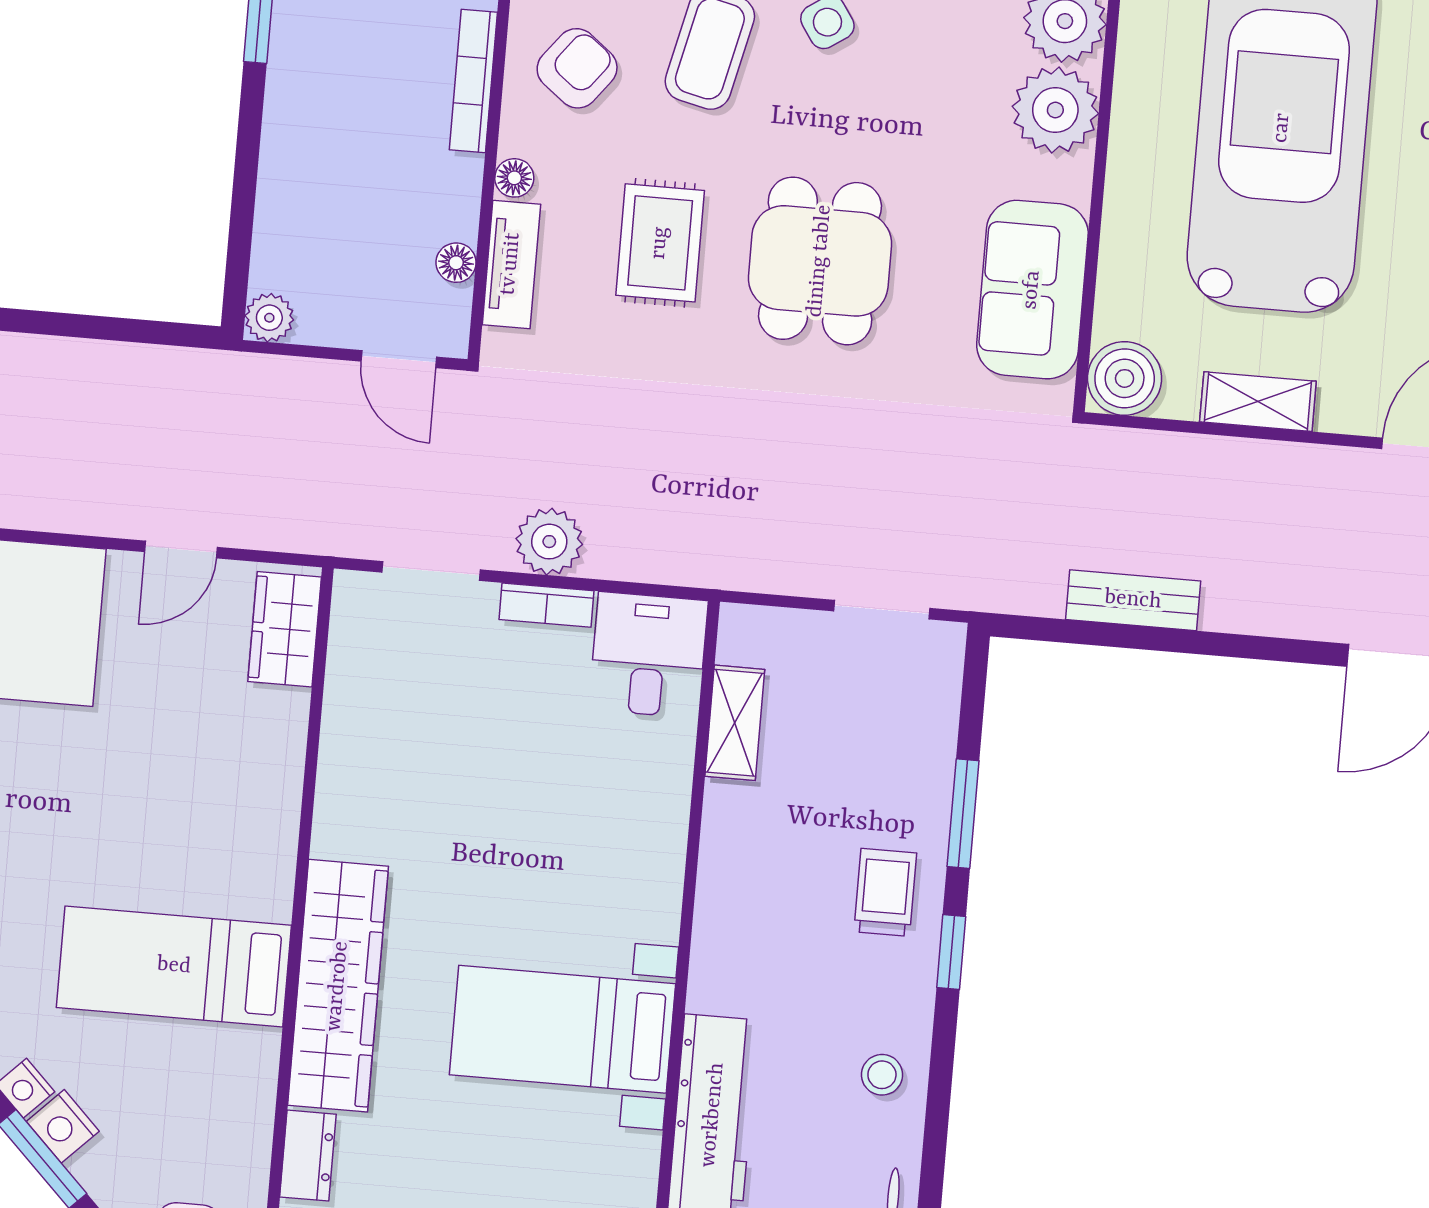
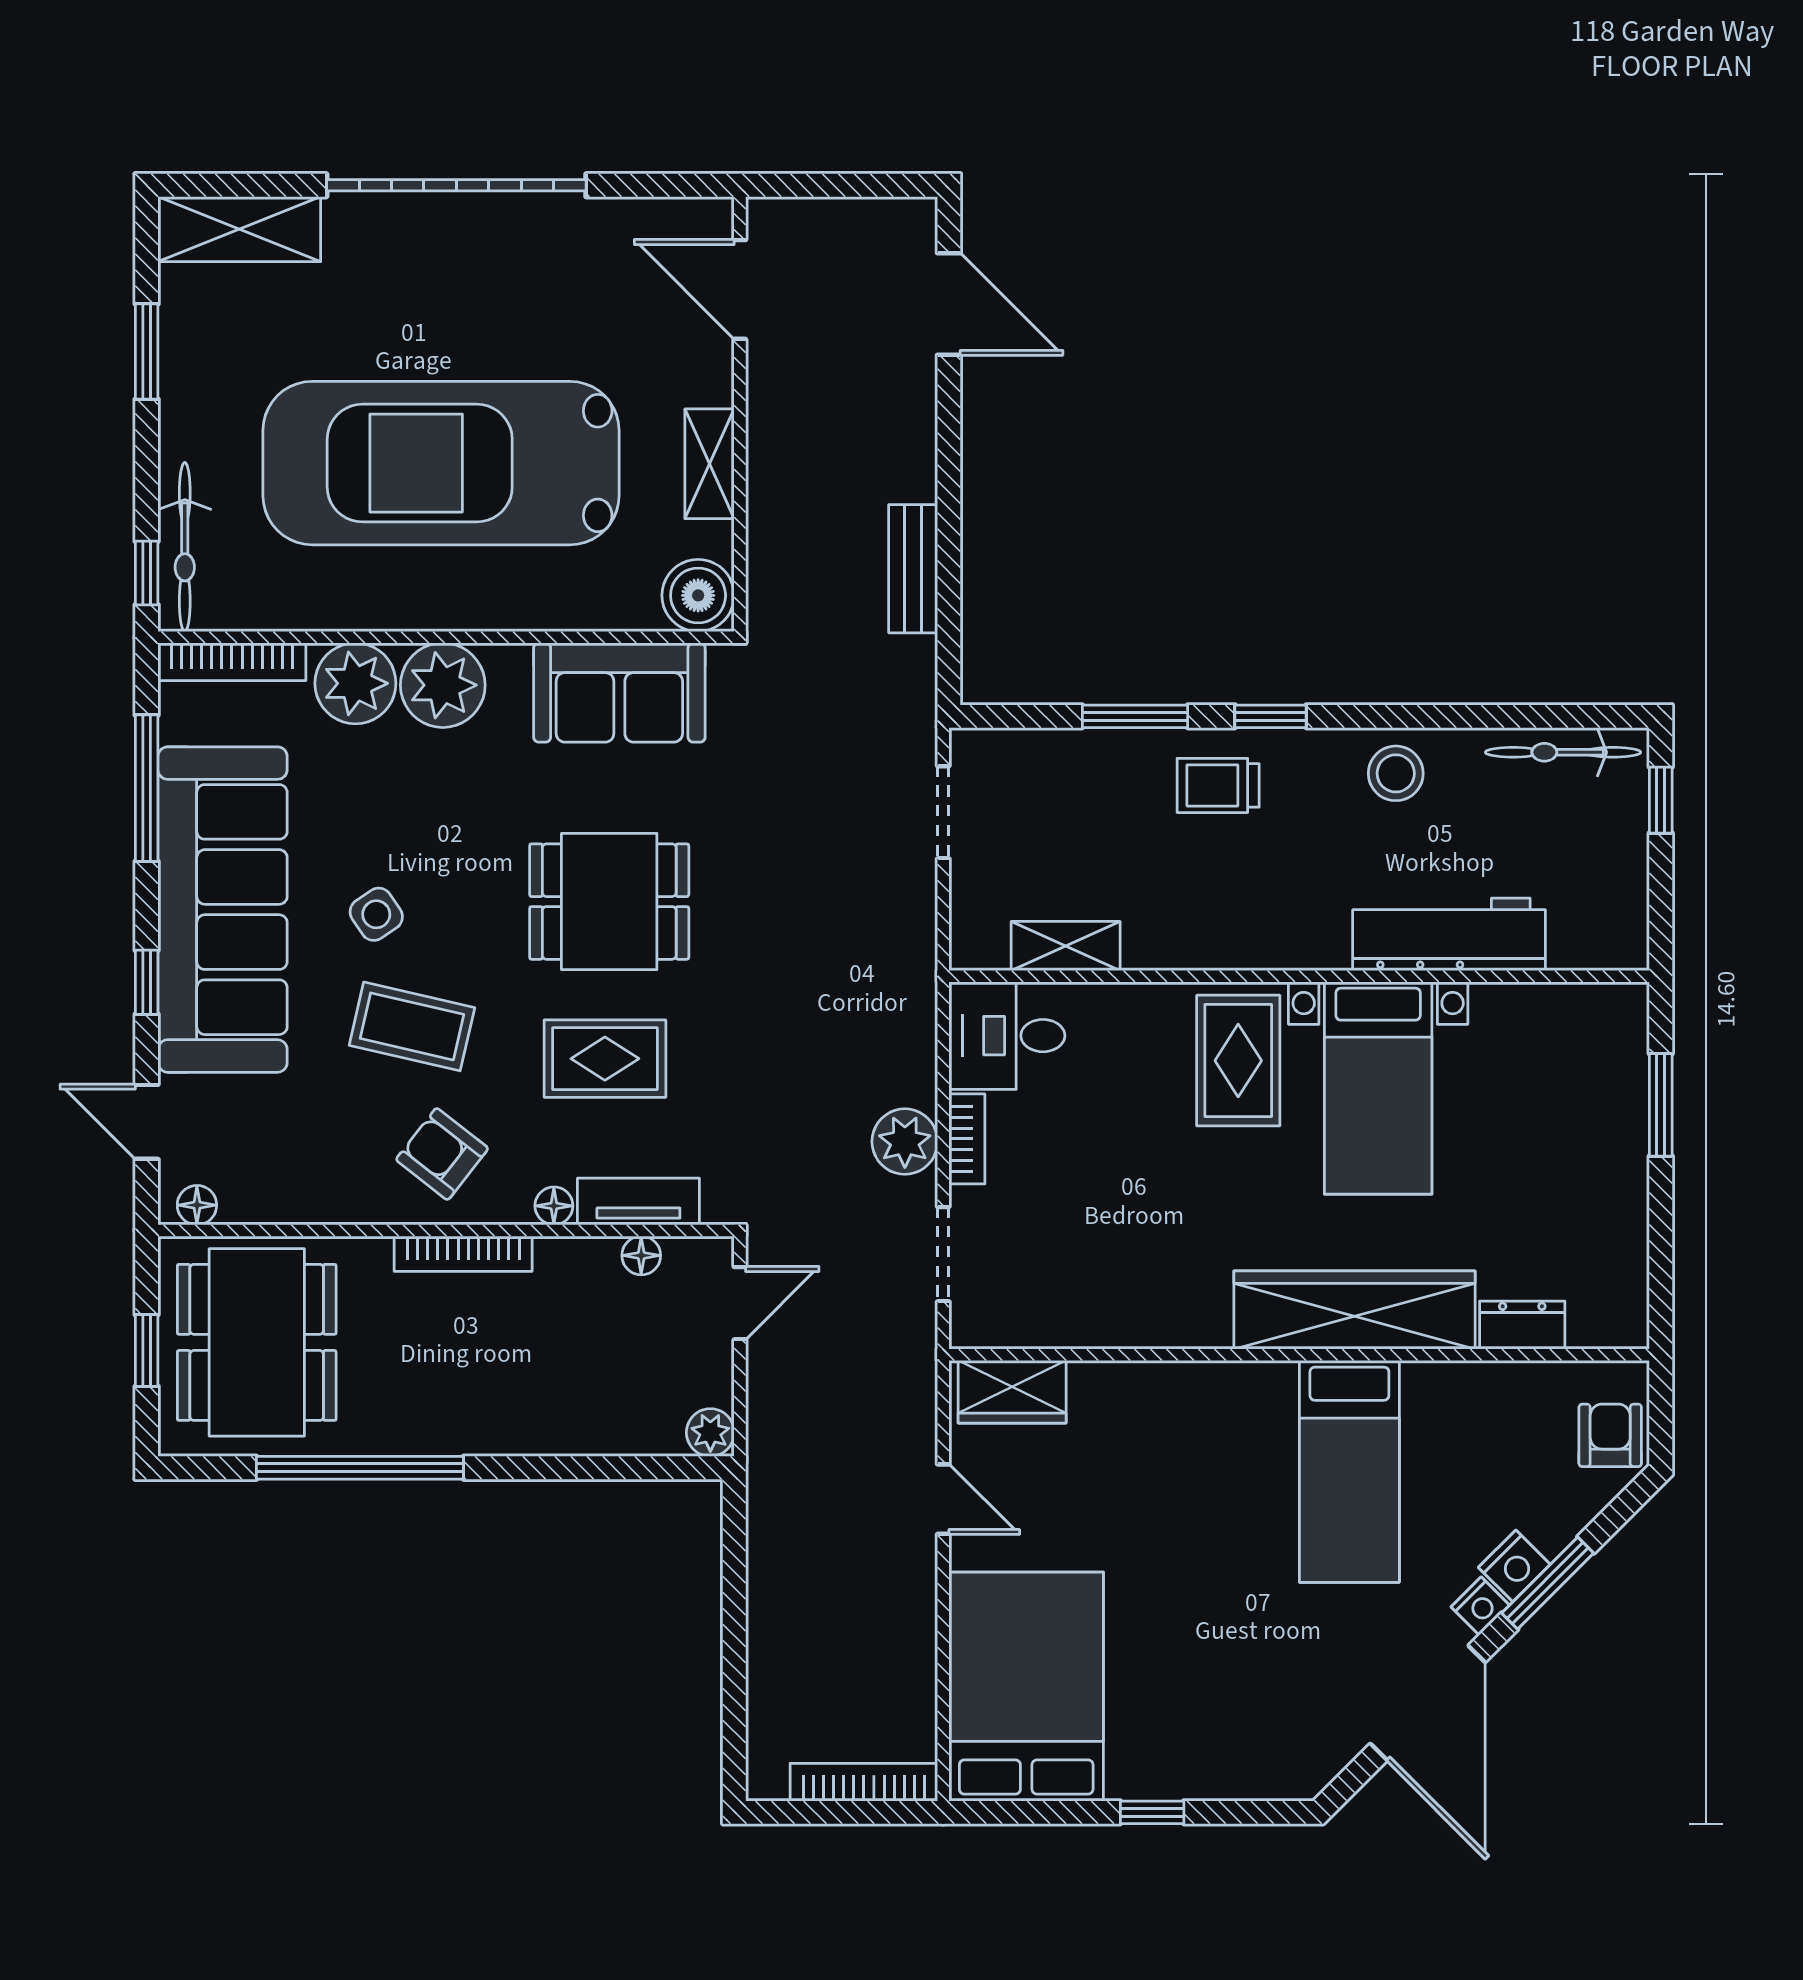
rug: (603, 889) -> (1238, 1061), added
stool: (882, 1075) -> (1396, 773), width x1.37, depth x1.37

